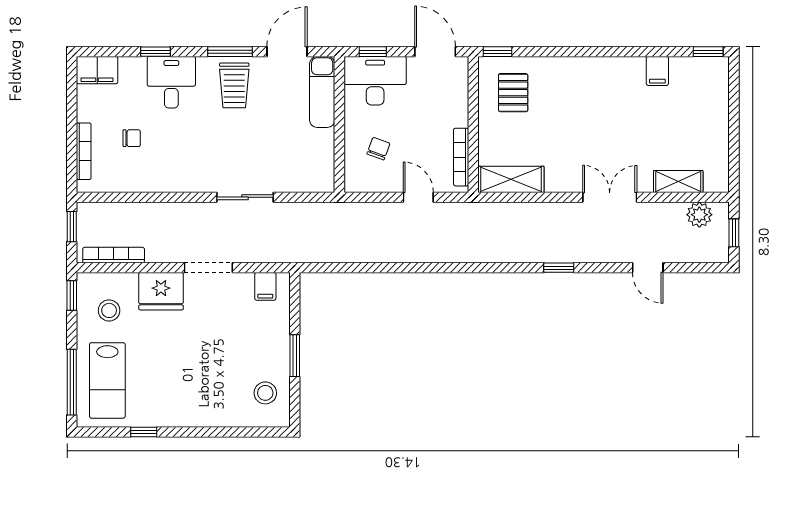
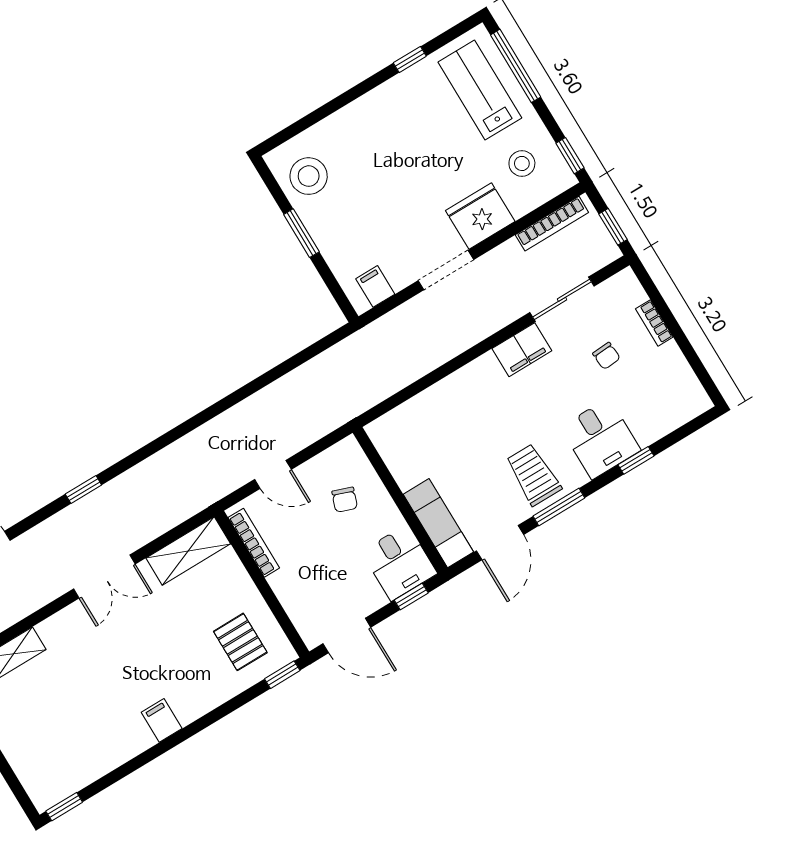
filing cabinet: (97, 70) -> (522, 350), moved, turned 180
filing cabinet: (657, 71) -> (162, 720), moved
desk: (375, 81) -> (399, 563), width x0.73
chair: (132, 138) -> (606, 356), turned -94
bookcase: (84, 151) -> (654, 323), width x0.64
sliding door: (245, 197) -> (562, 299), moved
double door: (610, 197) -> (104, 576), moved
stool: (265, 393) -> (309, 176), width x1.38, depth x1.38

